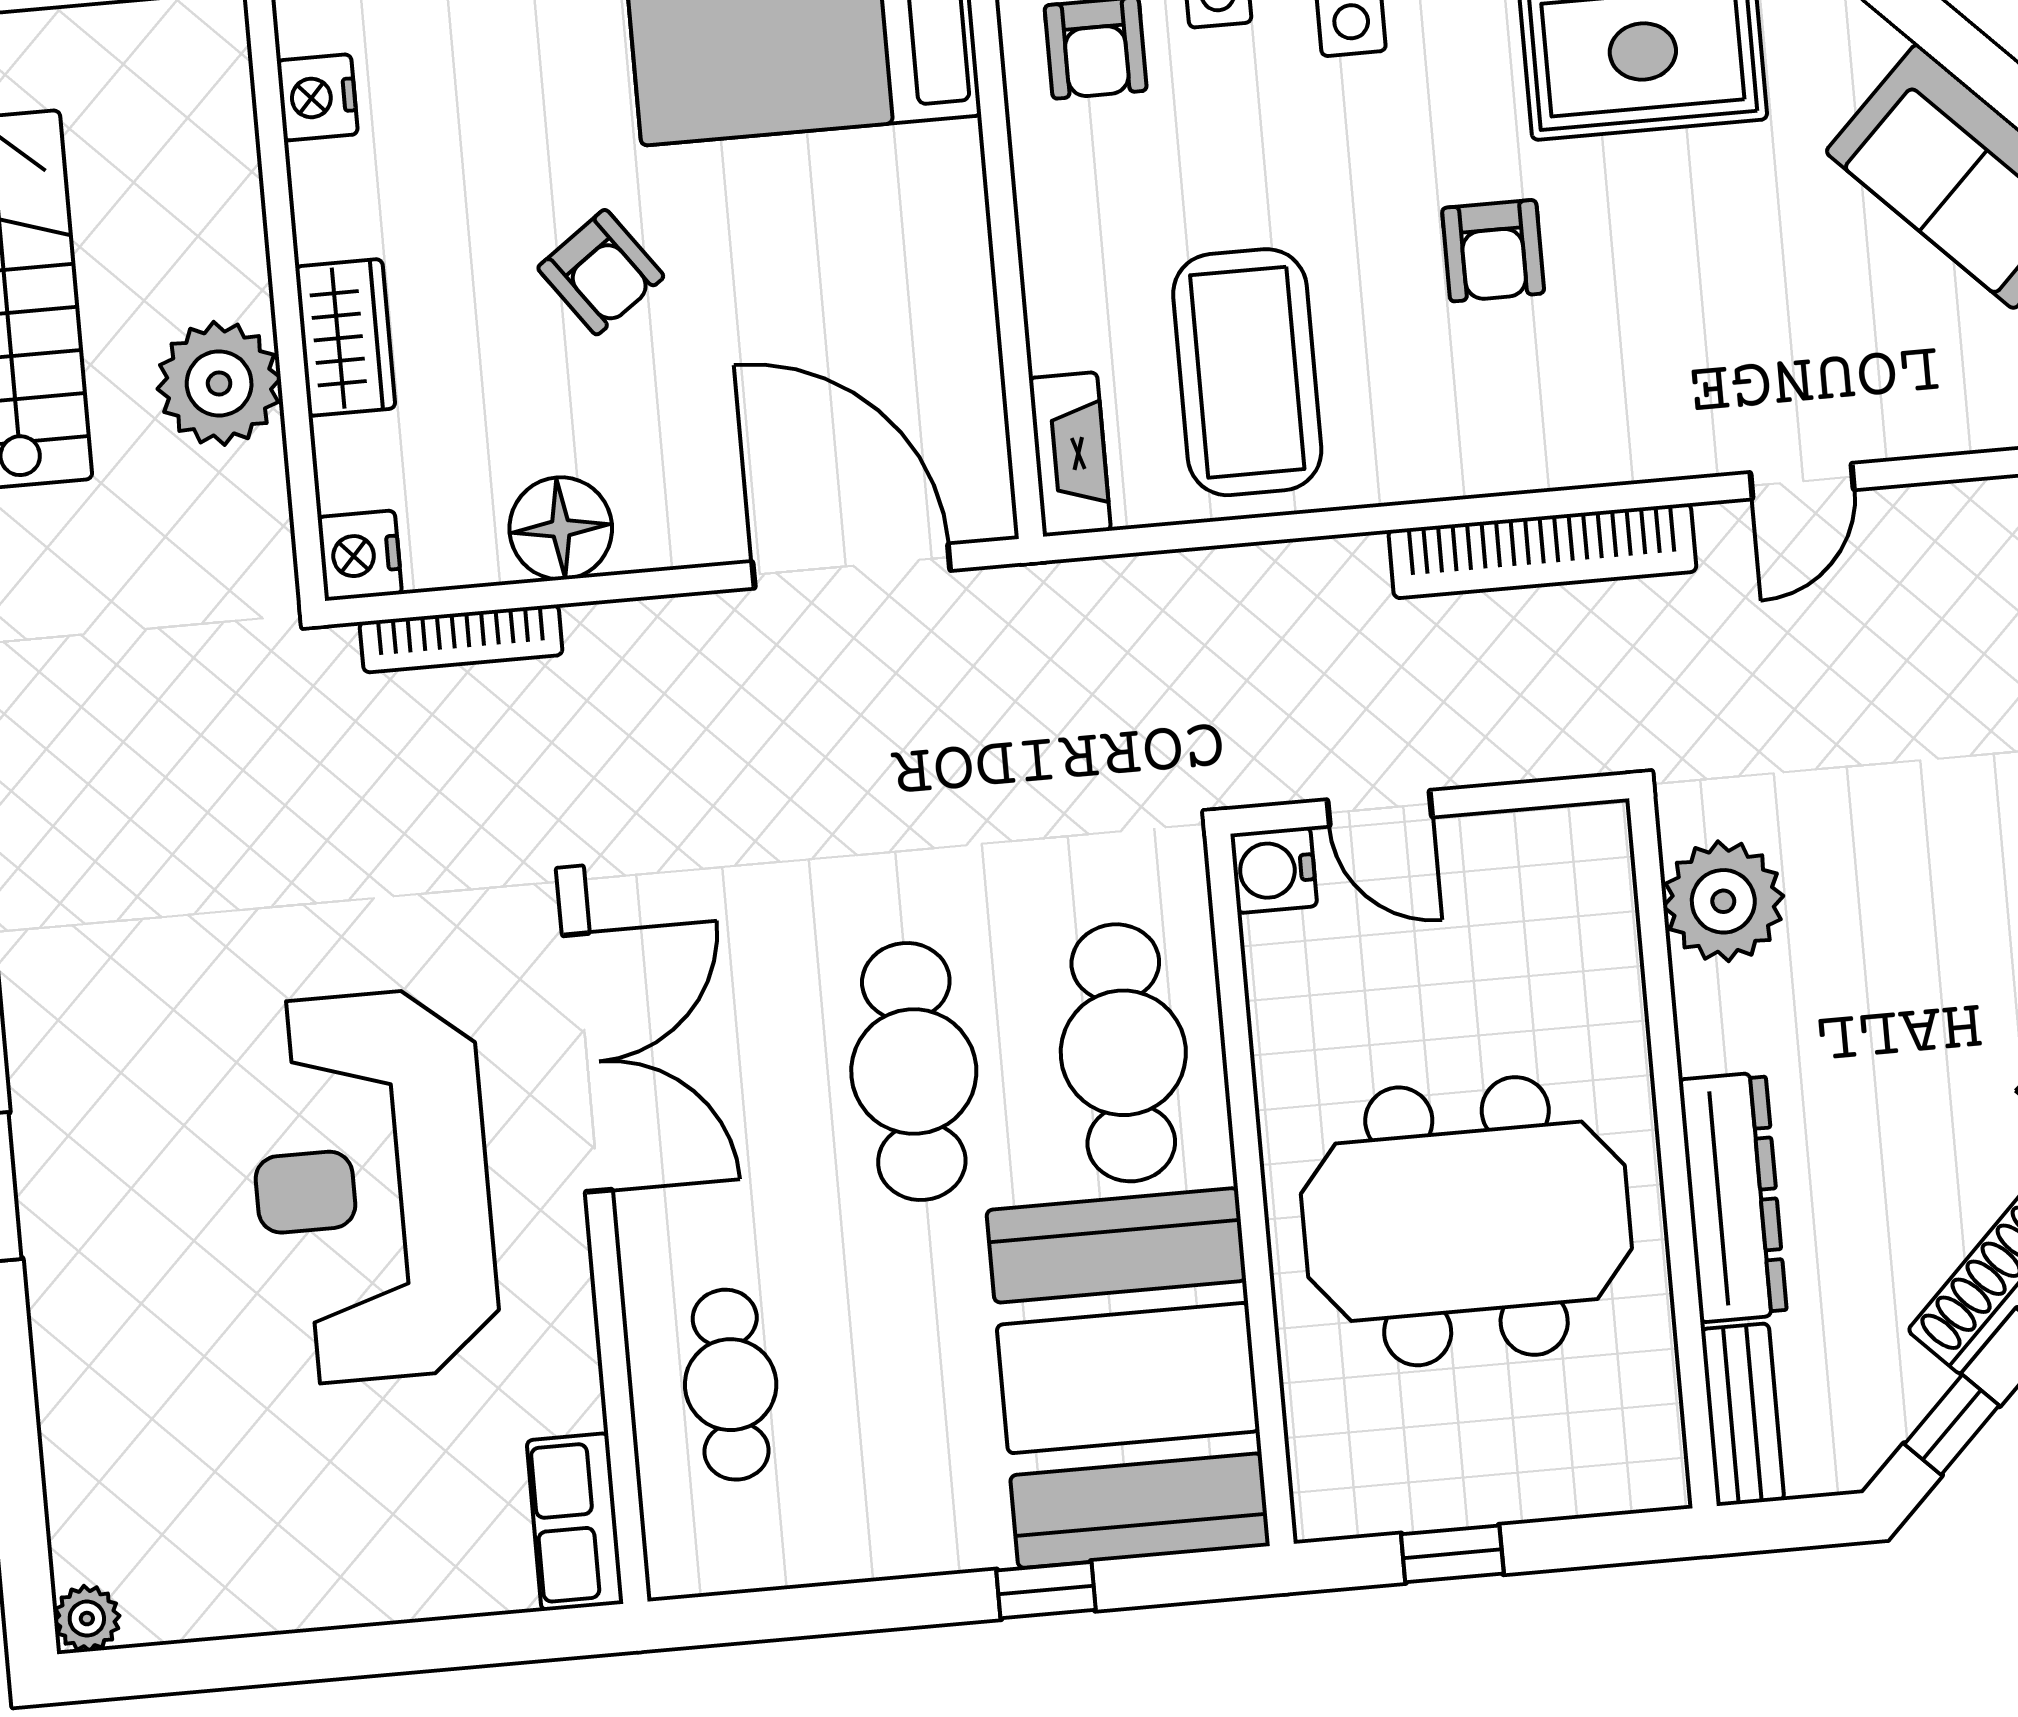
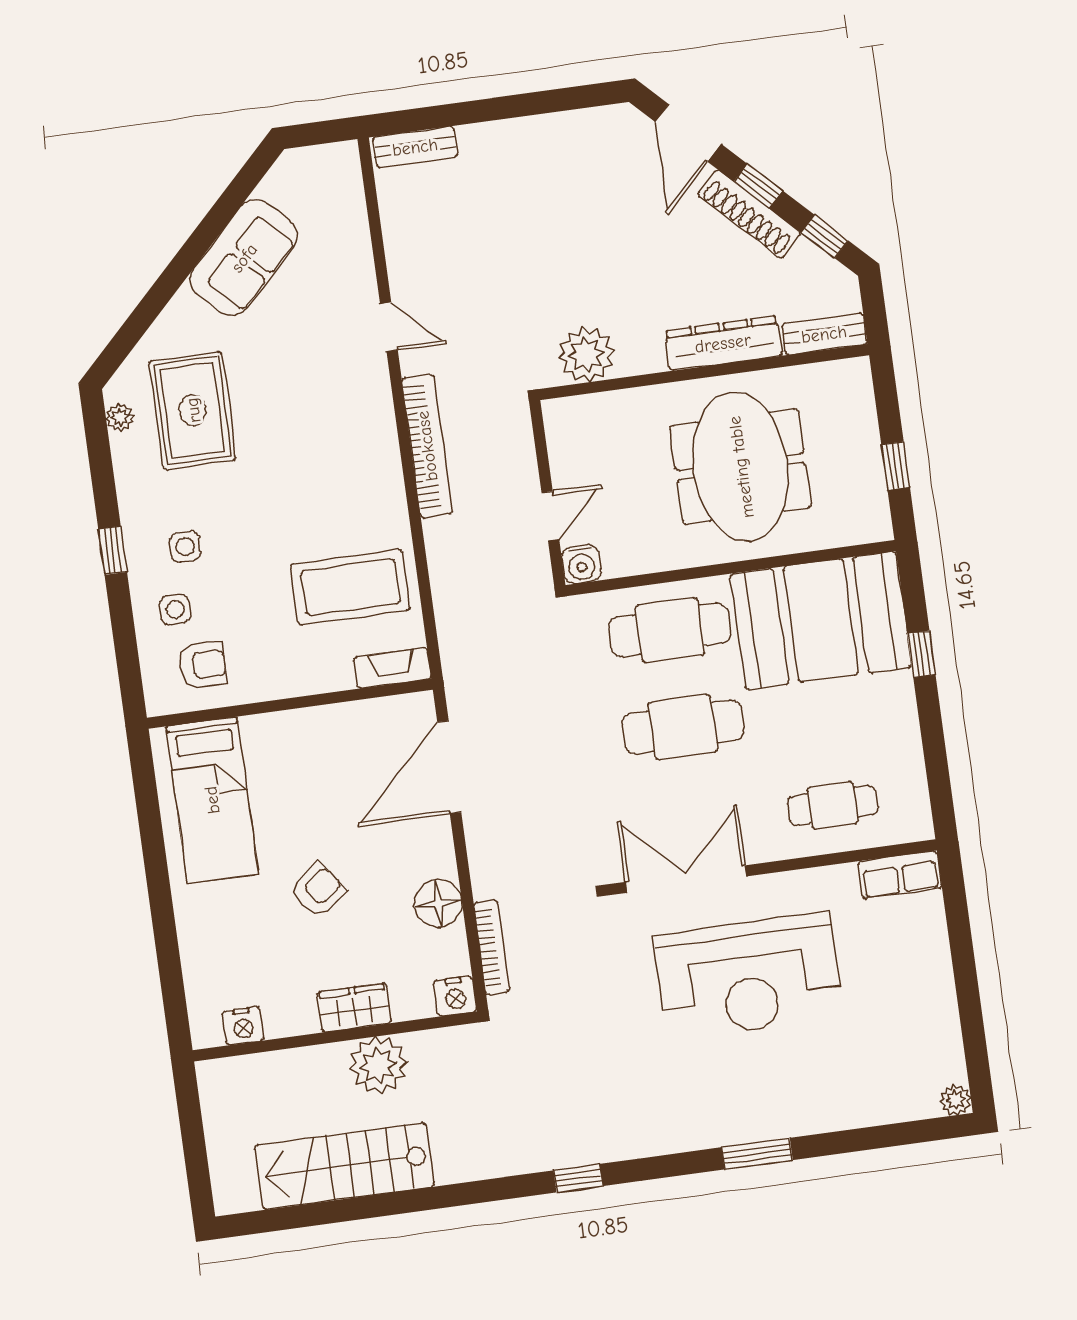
armchair: (1493, 251) -> (289, 476), removed

